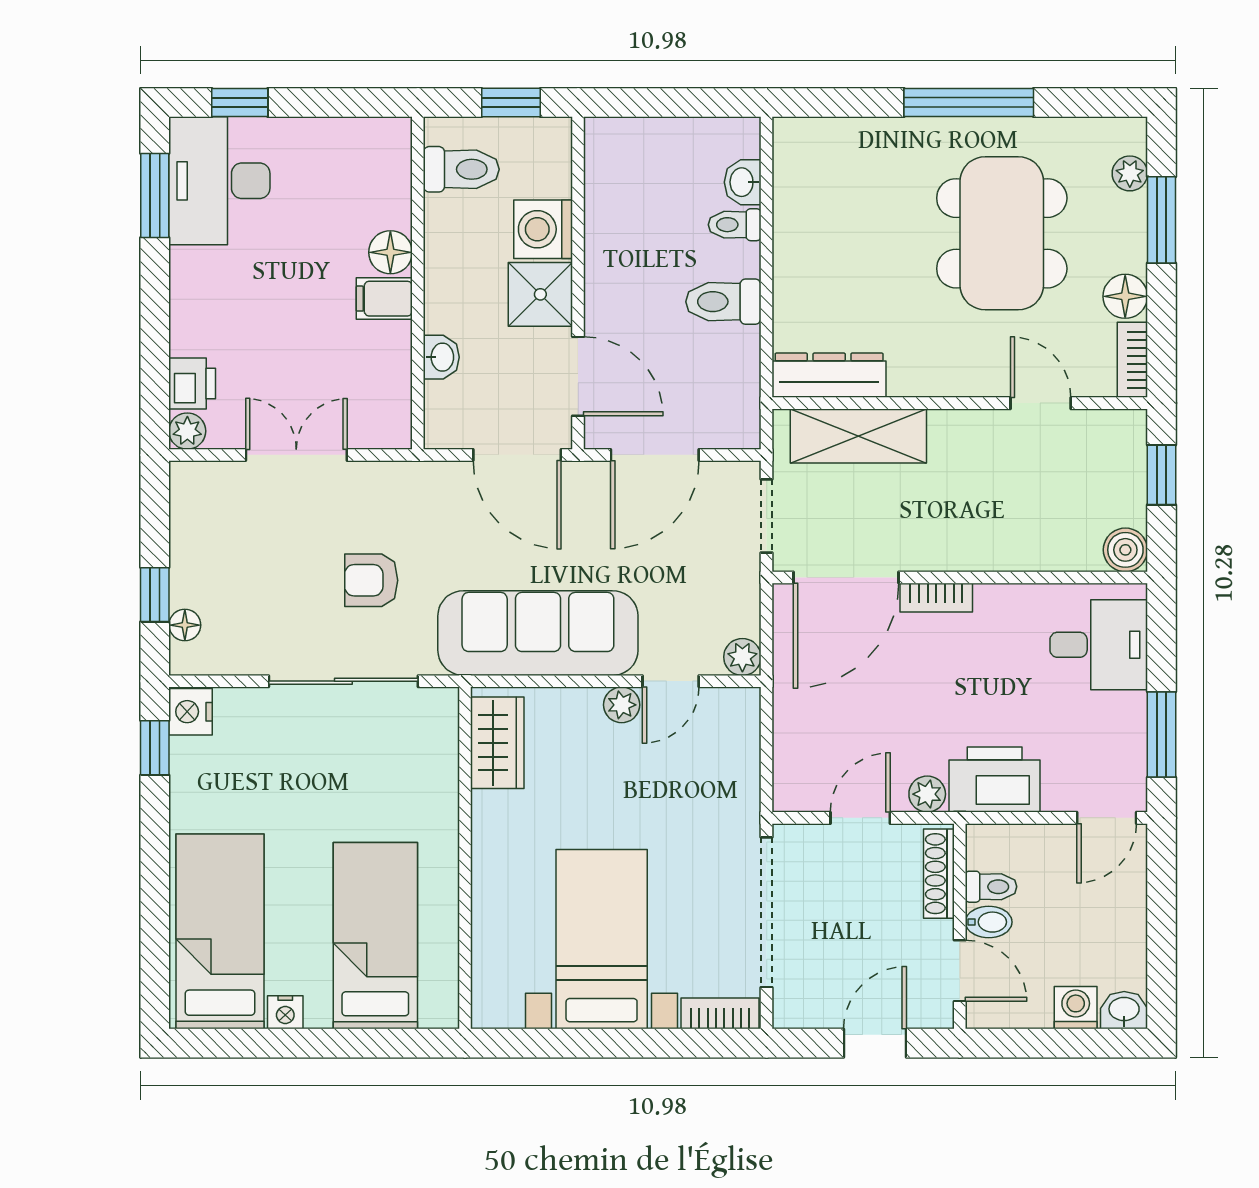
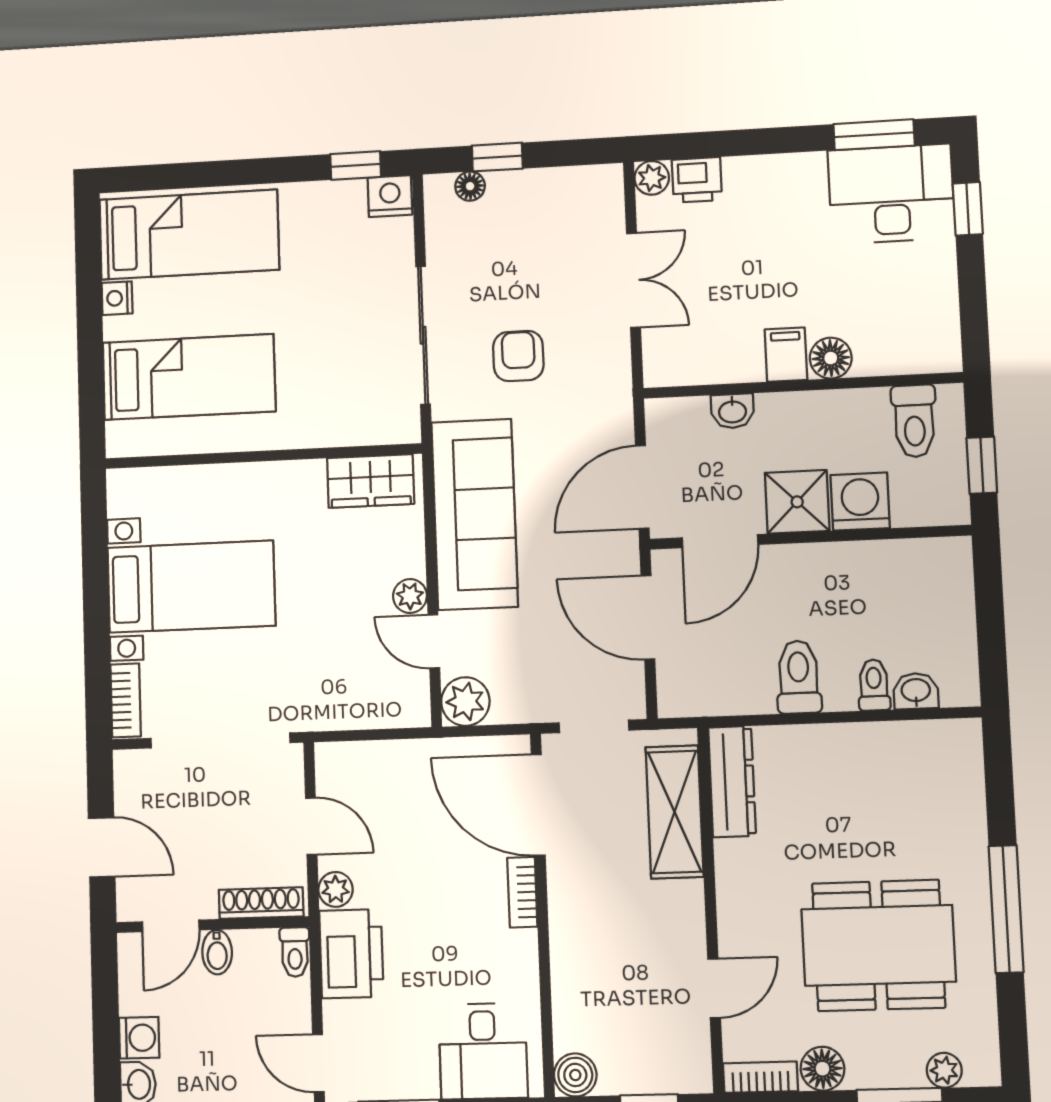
plant: (742, 657) -> (465, 702), width x1.38, depth x1.38
toilet: (991, 887) -> (295, 952), moved

